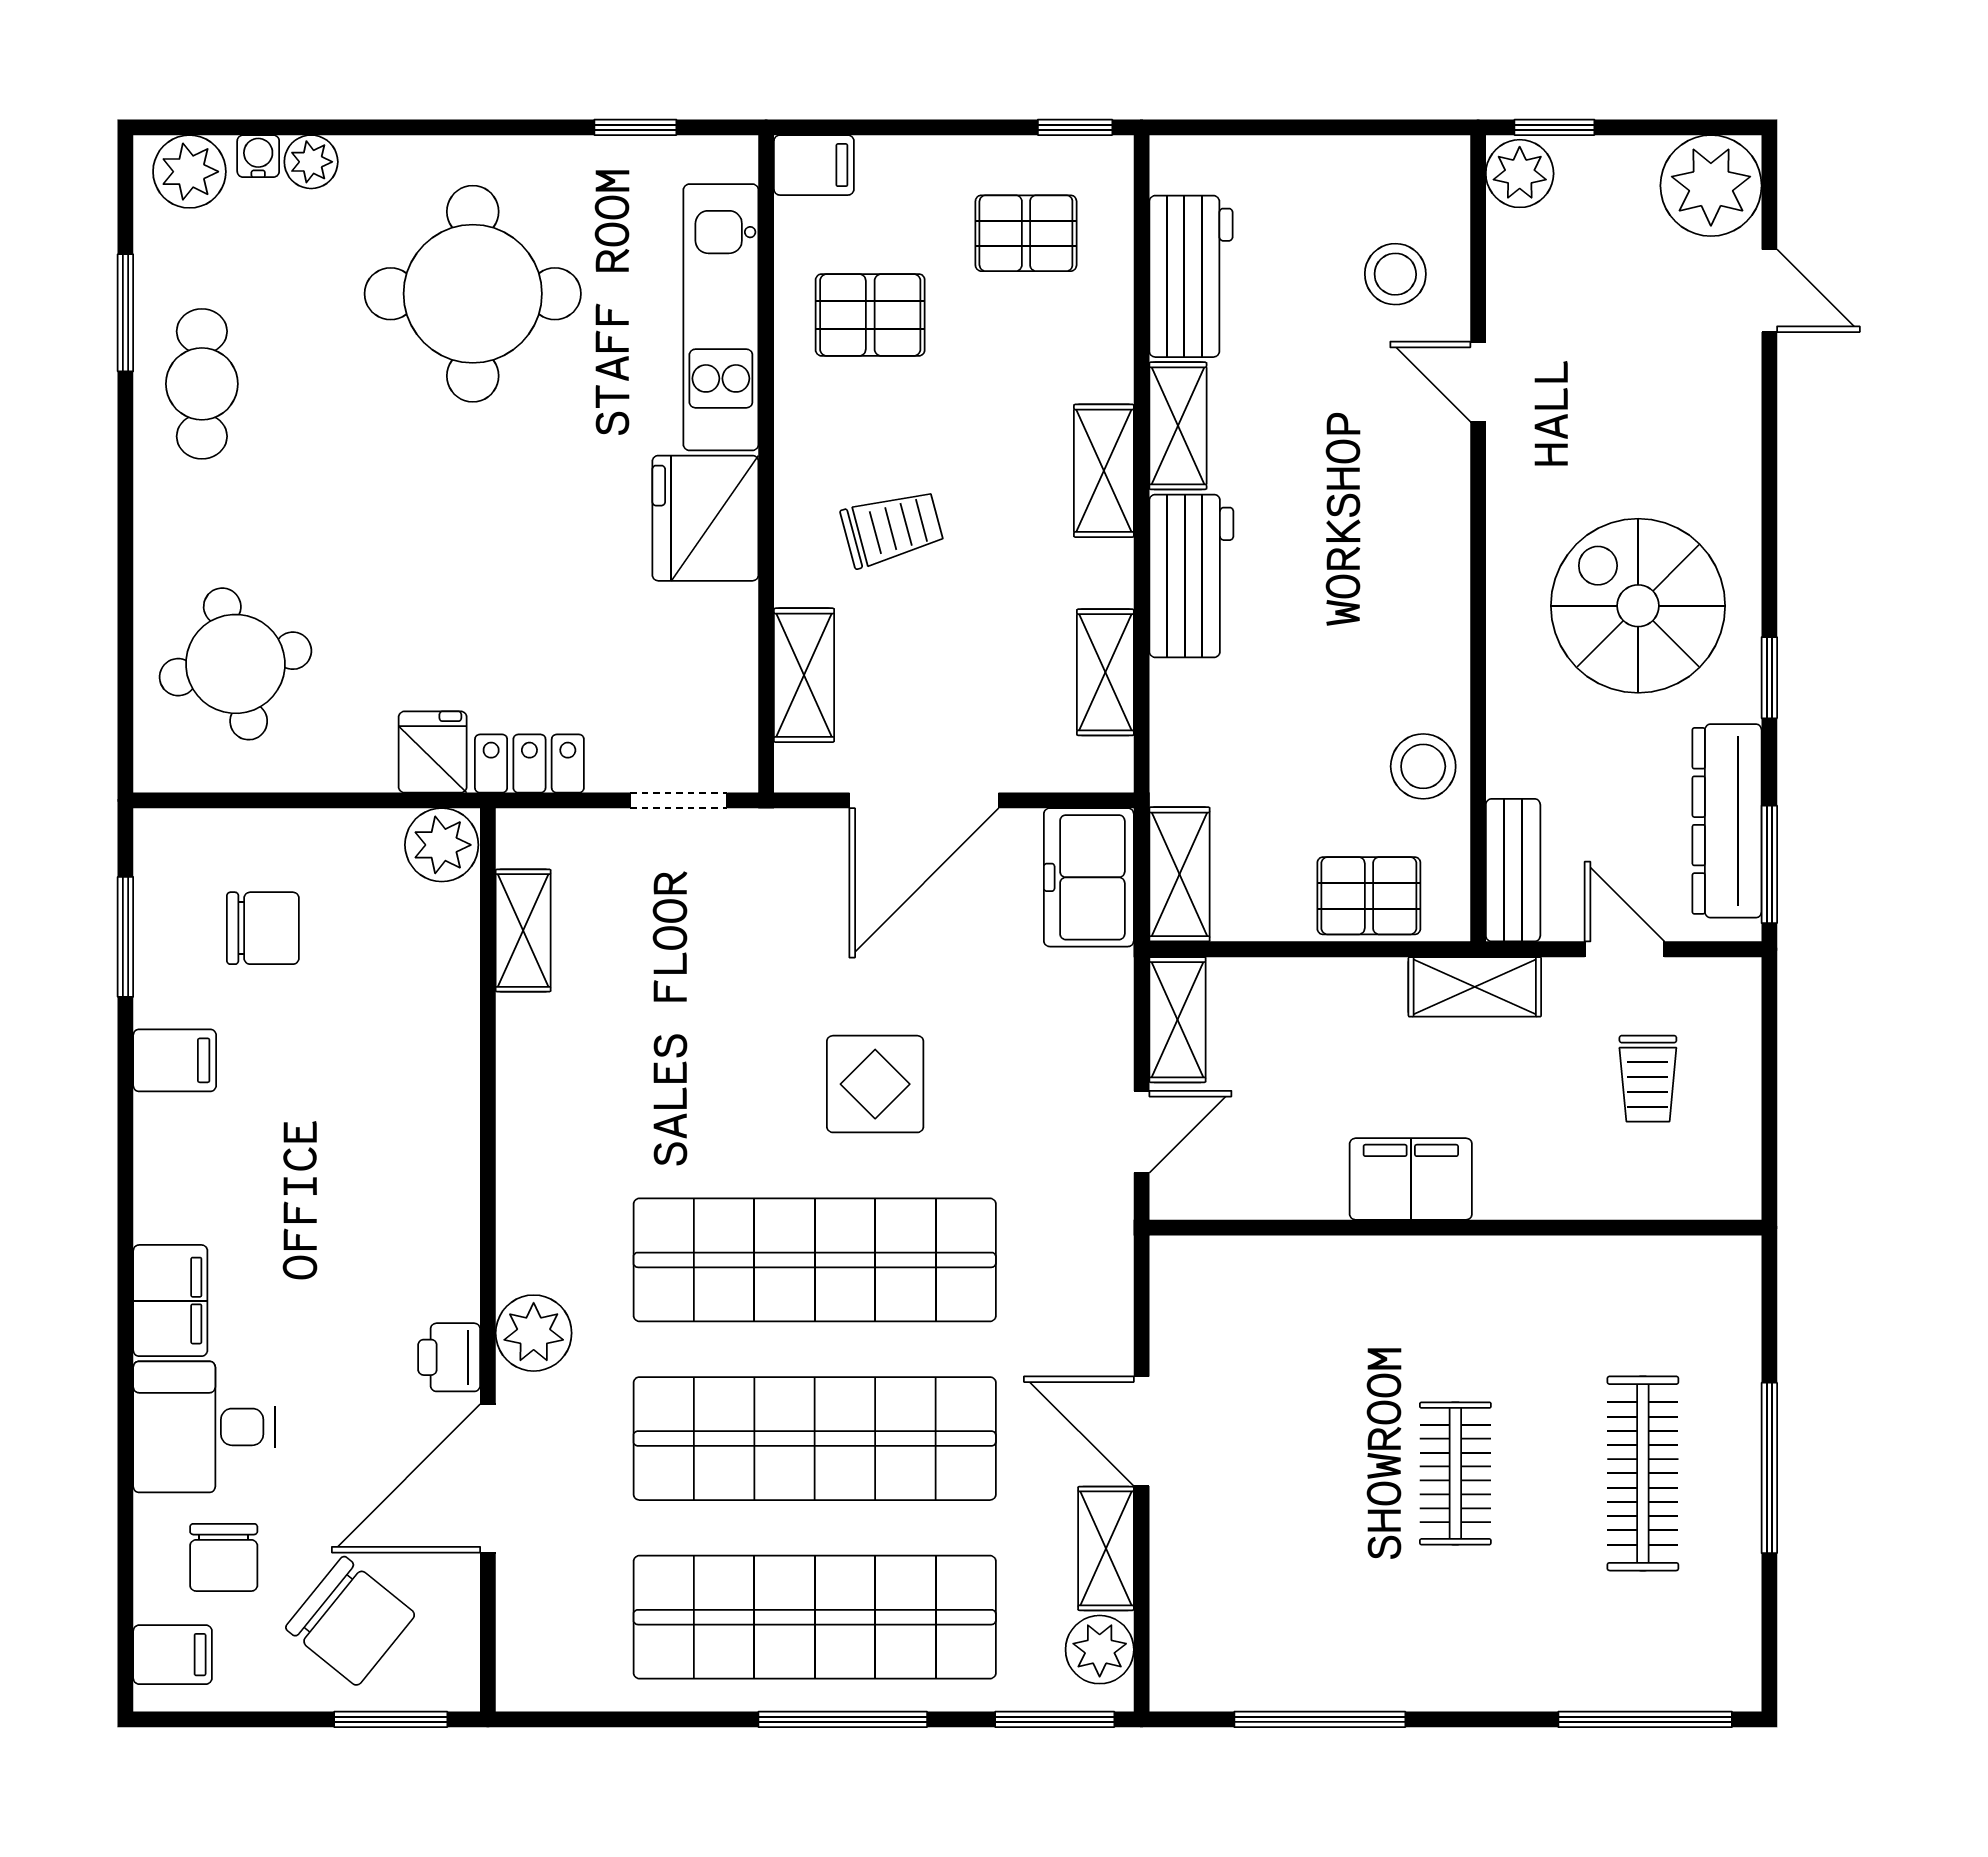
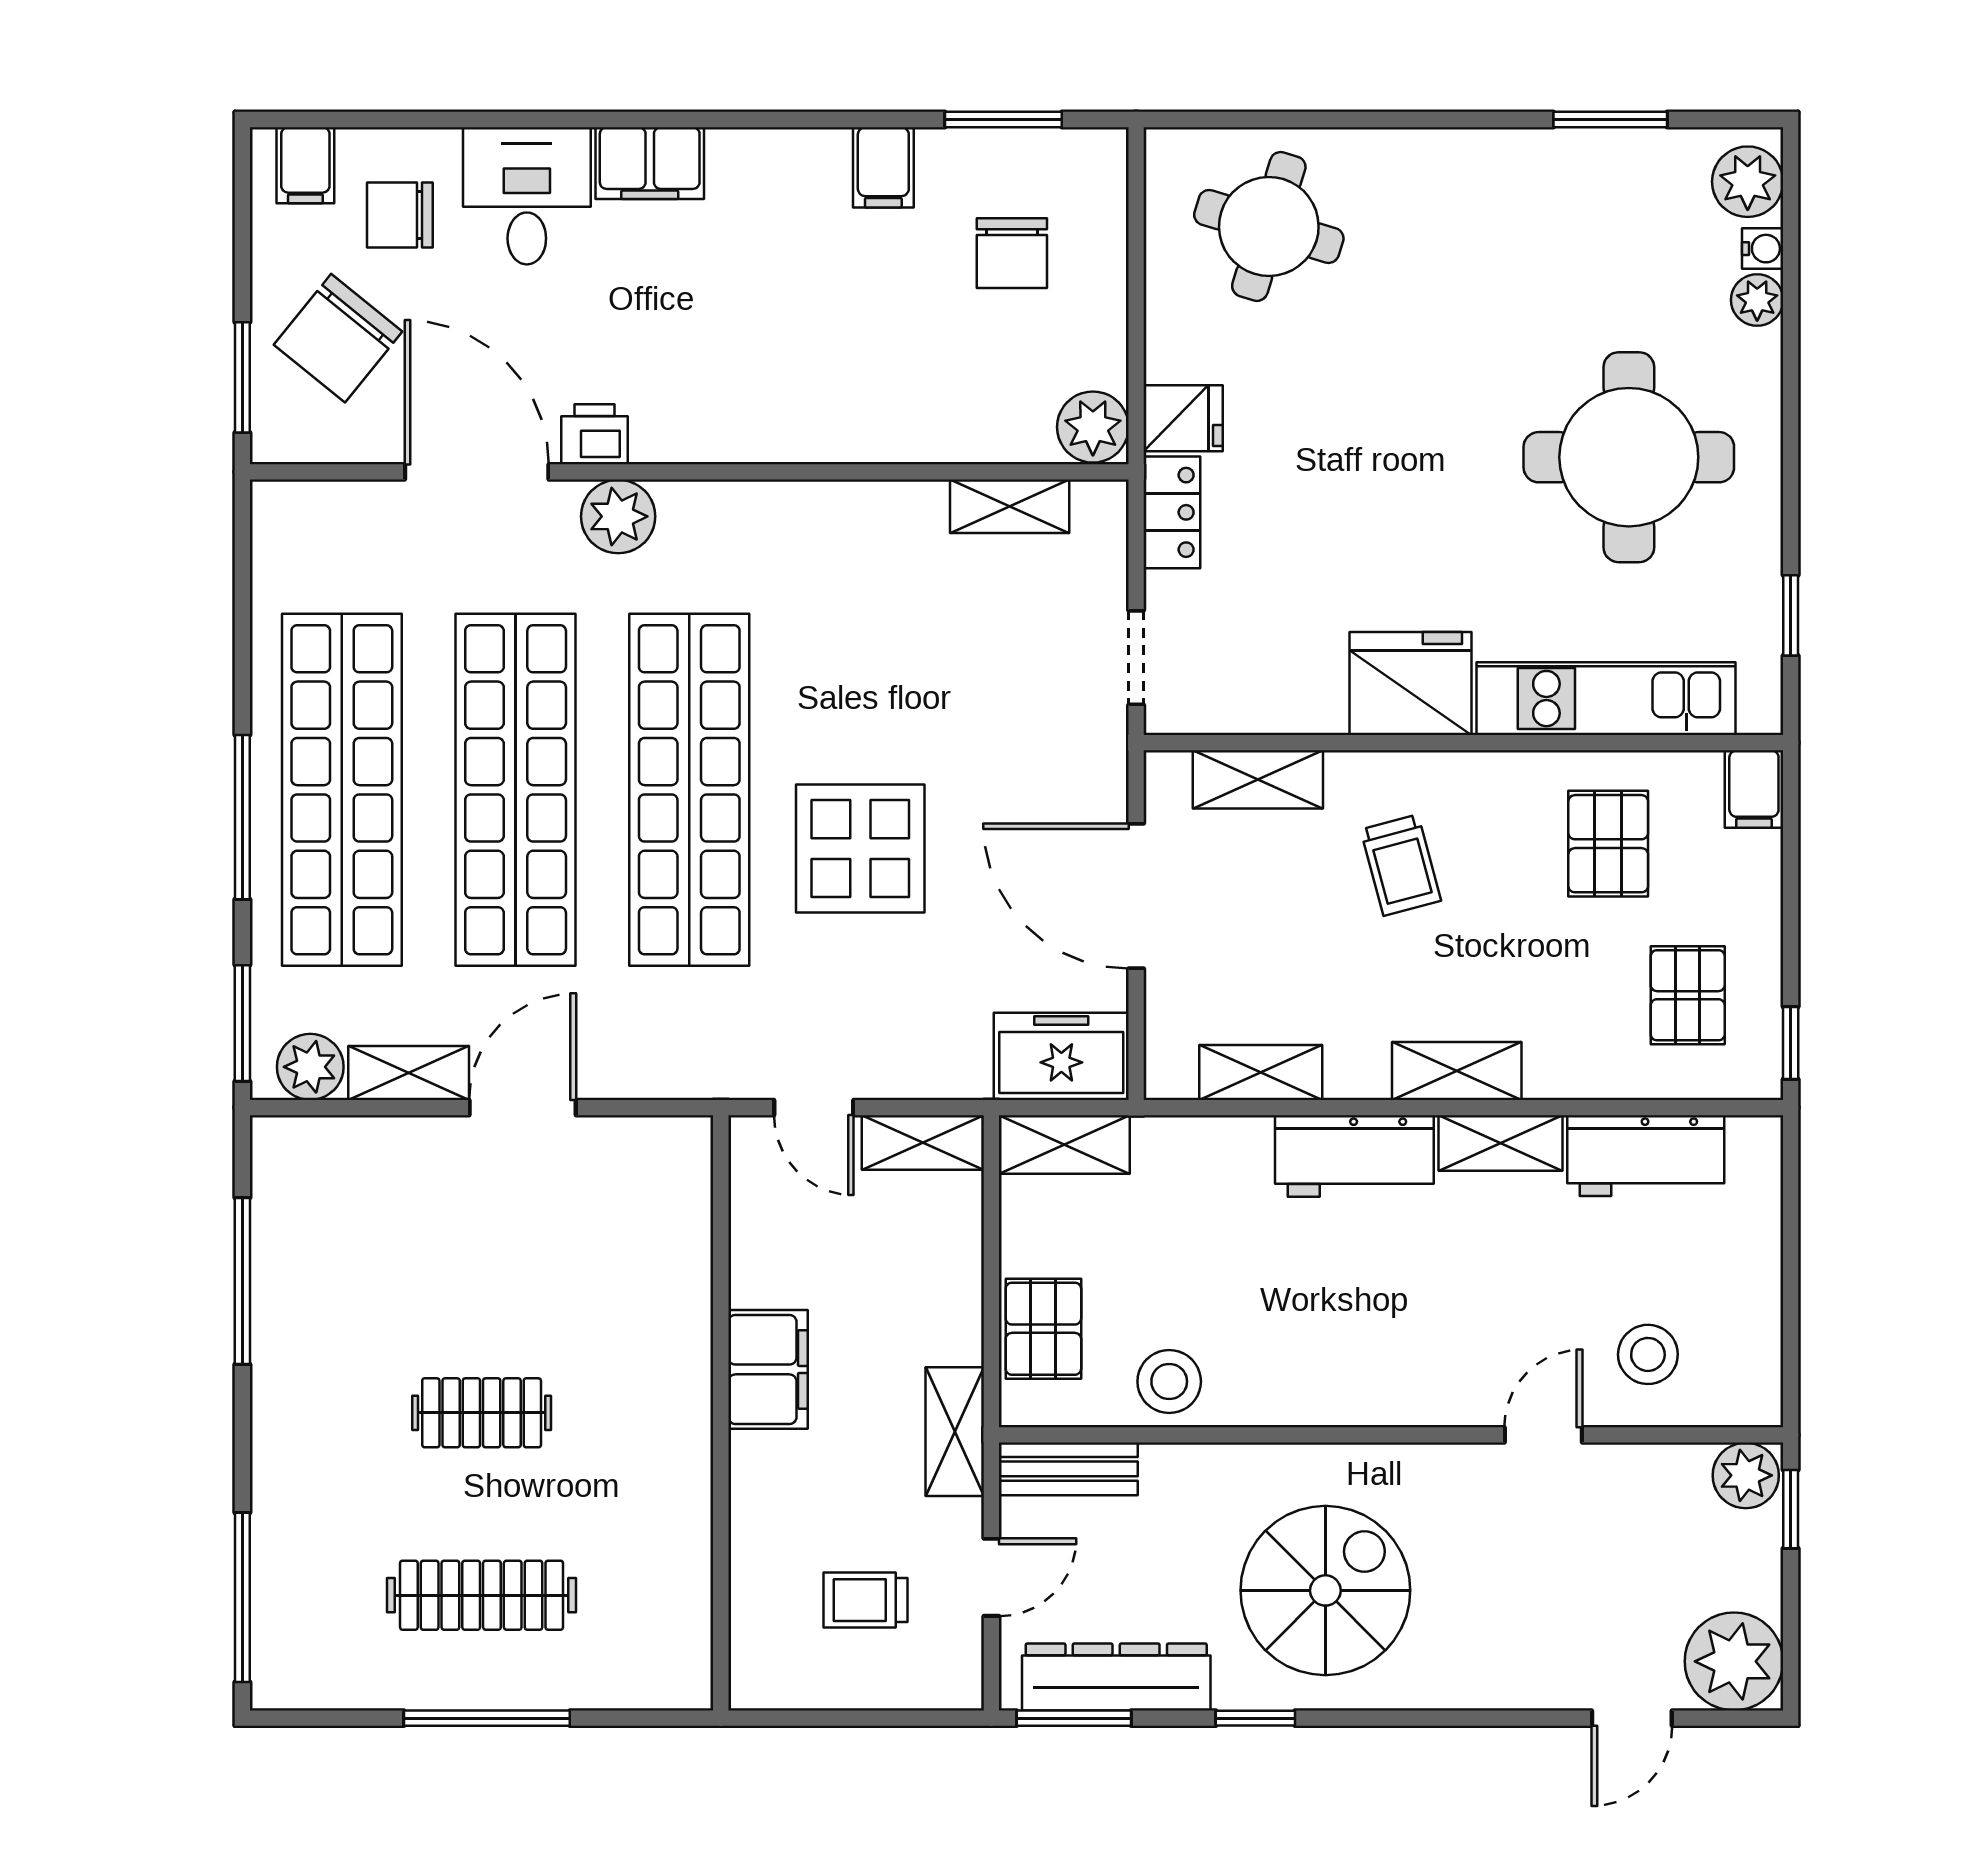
cafe table: (202, 384) -> (1541, 194), removed
round table: (235, 664) -> (1269, 226), turned 30
display table: (875, 1084) -> (860, 849), width x1.36, depth x1.36

